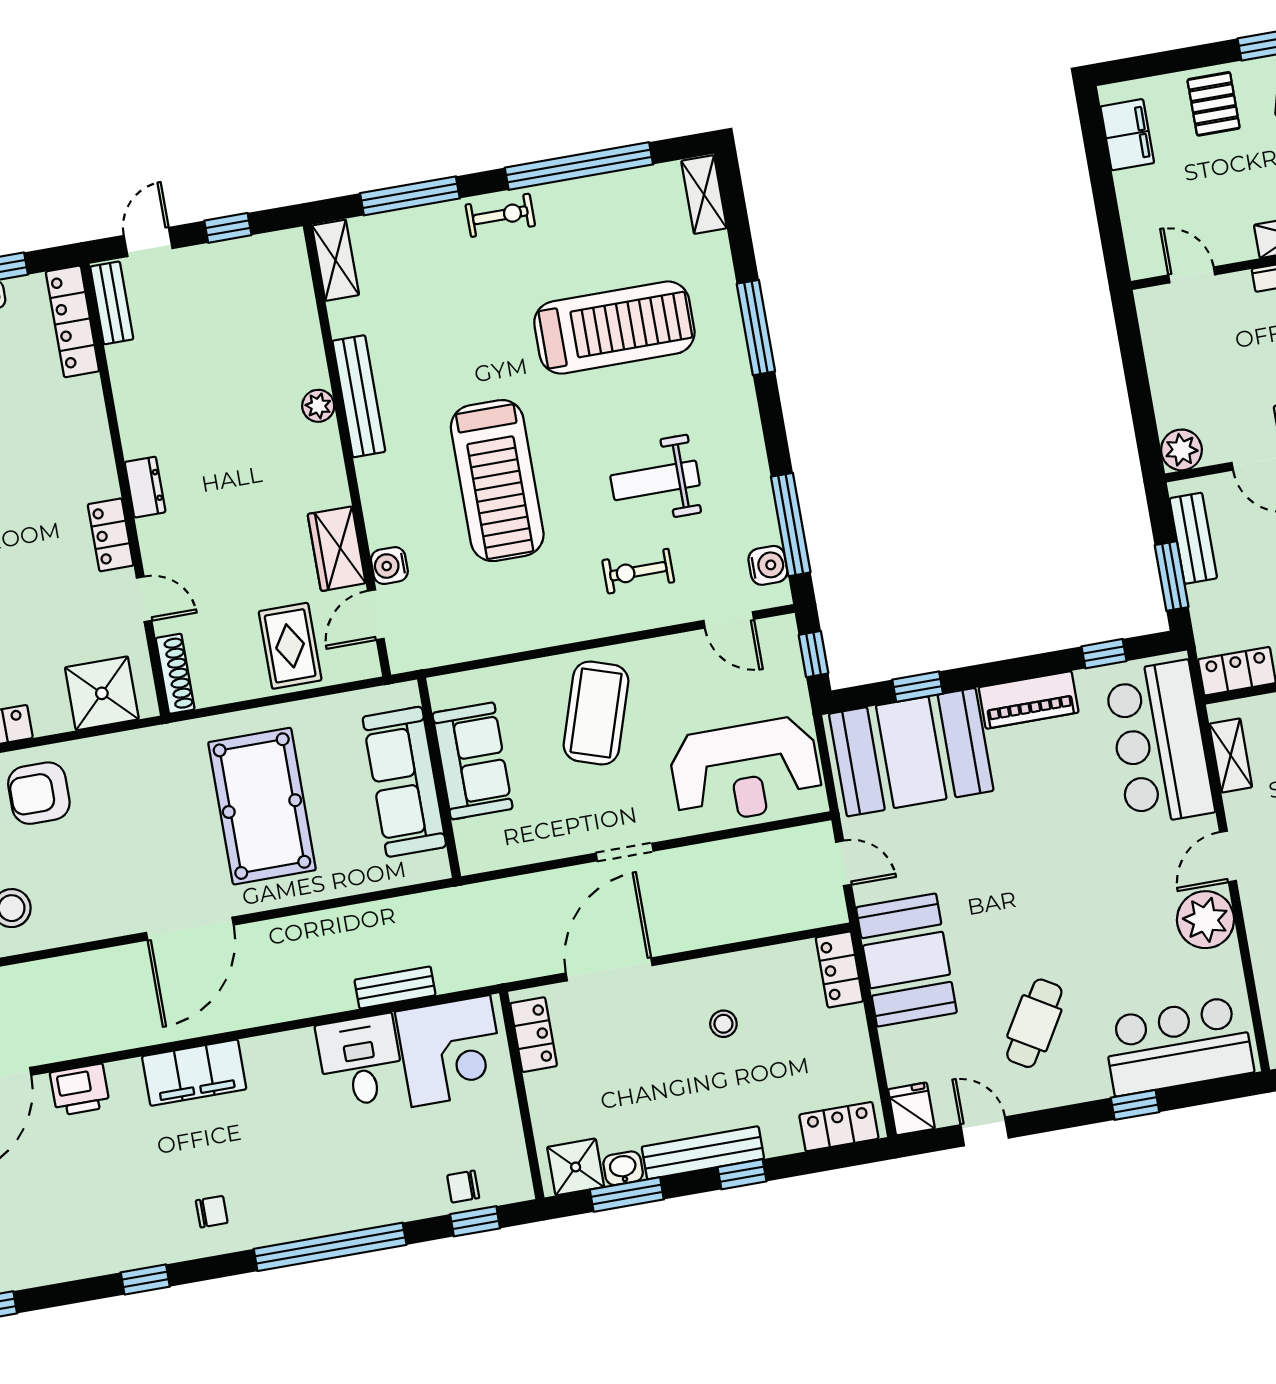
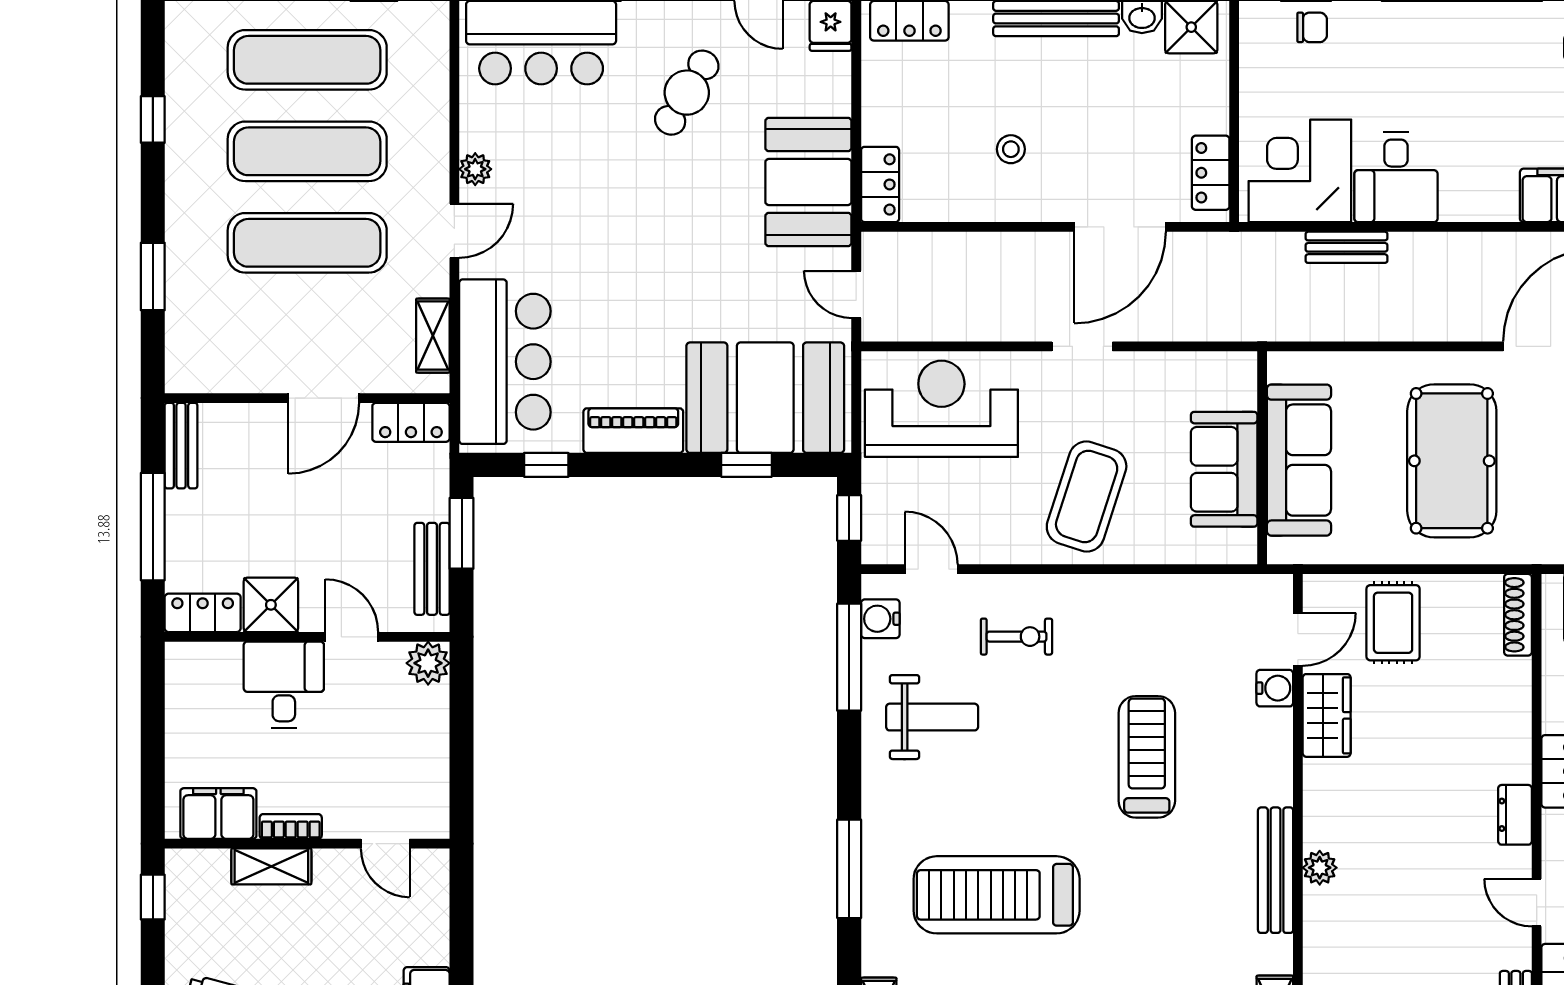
weight bench: (655, 480) -> (932, 717), moved
treadmill: (497, 481) -> (1147, 757), width x0.73, depth x0.73
door: (144, 599) -> (1537, 903), moved
plant: (1206, 920) -> (475, 169), width x0.53, depth x0.53

